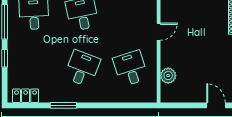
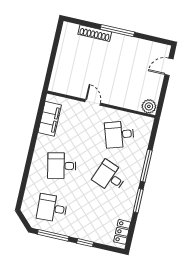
plant: (168, 76) -> (149, 106), moved
window: (103, 105) -> (146, 166), added

